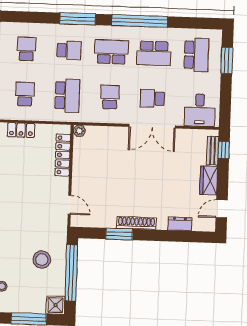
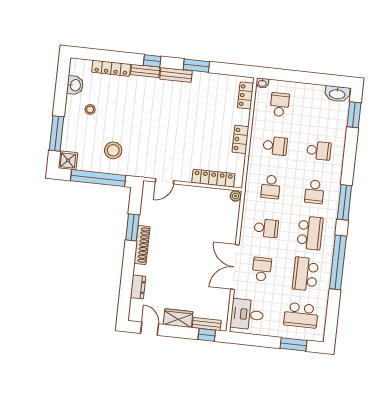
school desk: (67, 96) -> (271, 187), width x0.54

